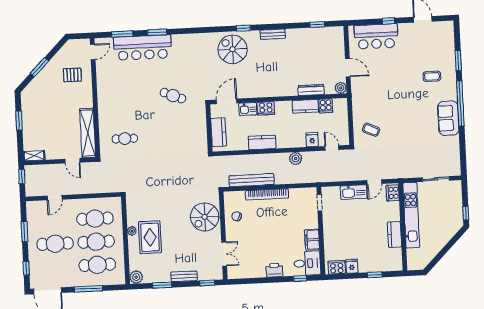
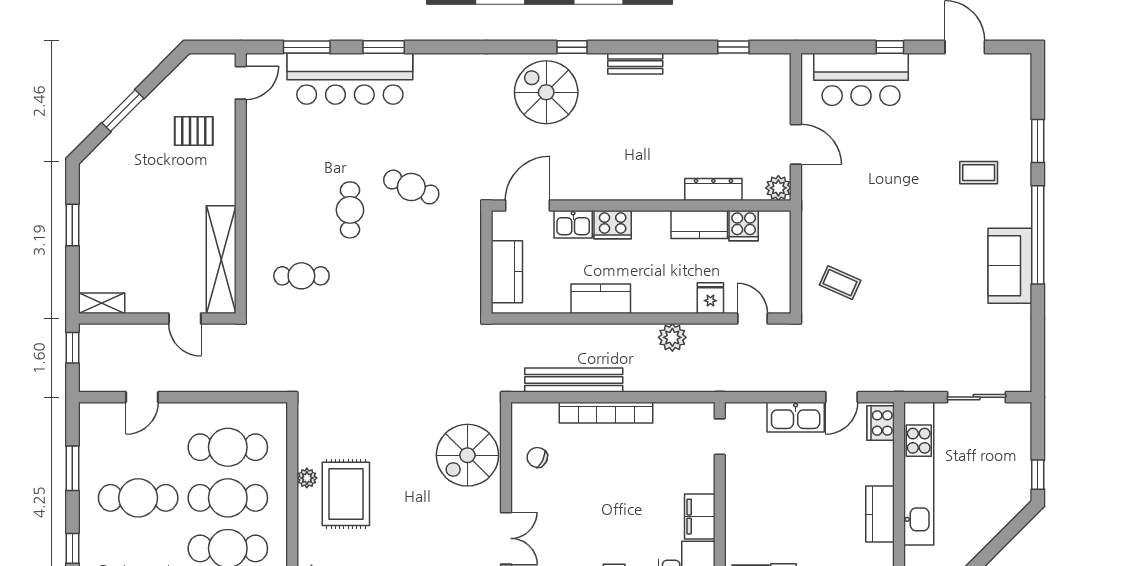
cafe table: (145, 107) -> (350, 210), added

